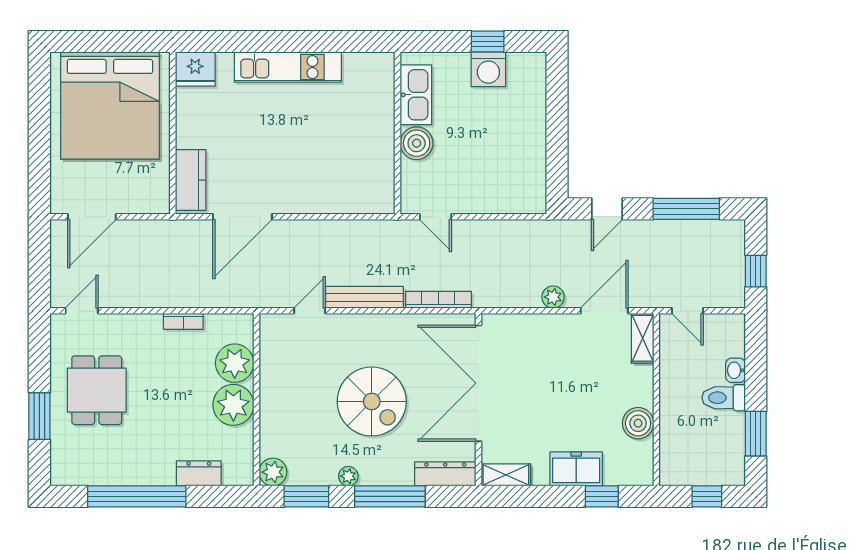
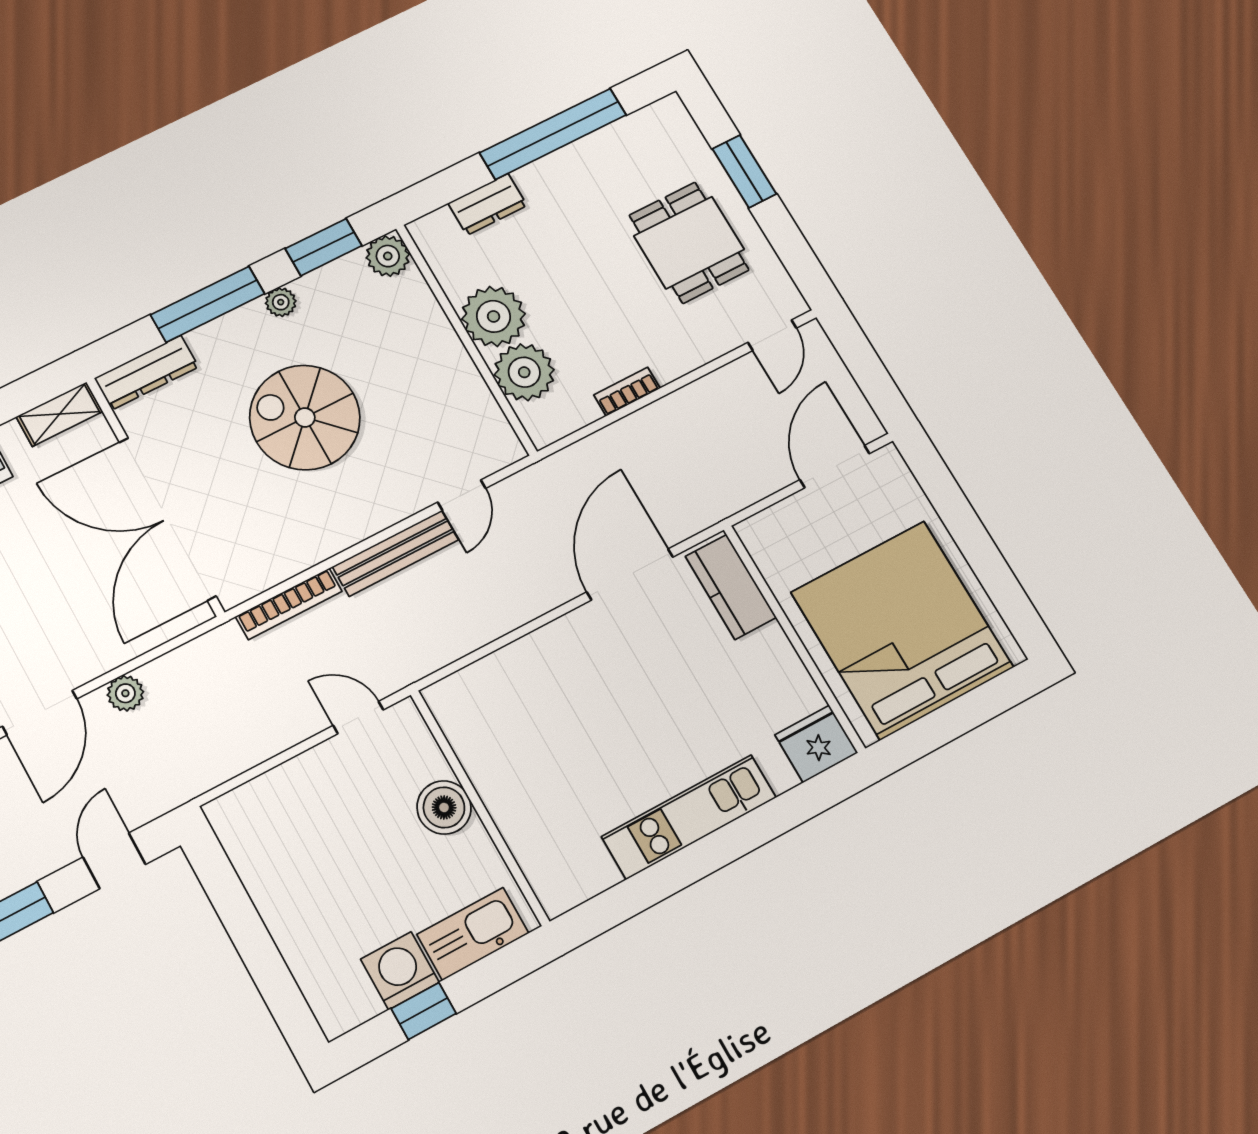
kitchen sink: (416, 95) -> (473, 934), moved, turned 90
double door: (479, 383) -> (167, 519), swing flipped

